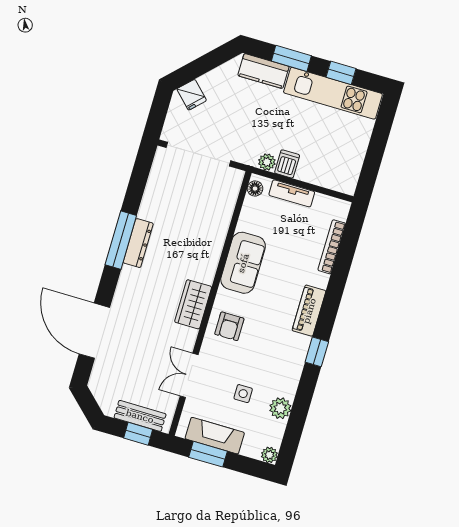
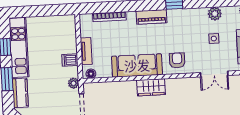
plant: (267, 162) -> (73, 83), moved
sofa: (243, 263) -> (137, 65), width x1.36
wardrobe: (193, 304) -> (151, 87), moved
armchair: (229, 326) -> (177, 60), turned -90

